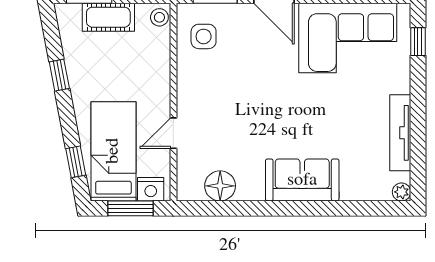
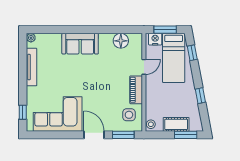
piano: (189, 87) -> (136, 90), added

